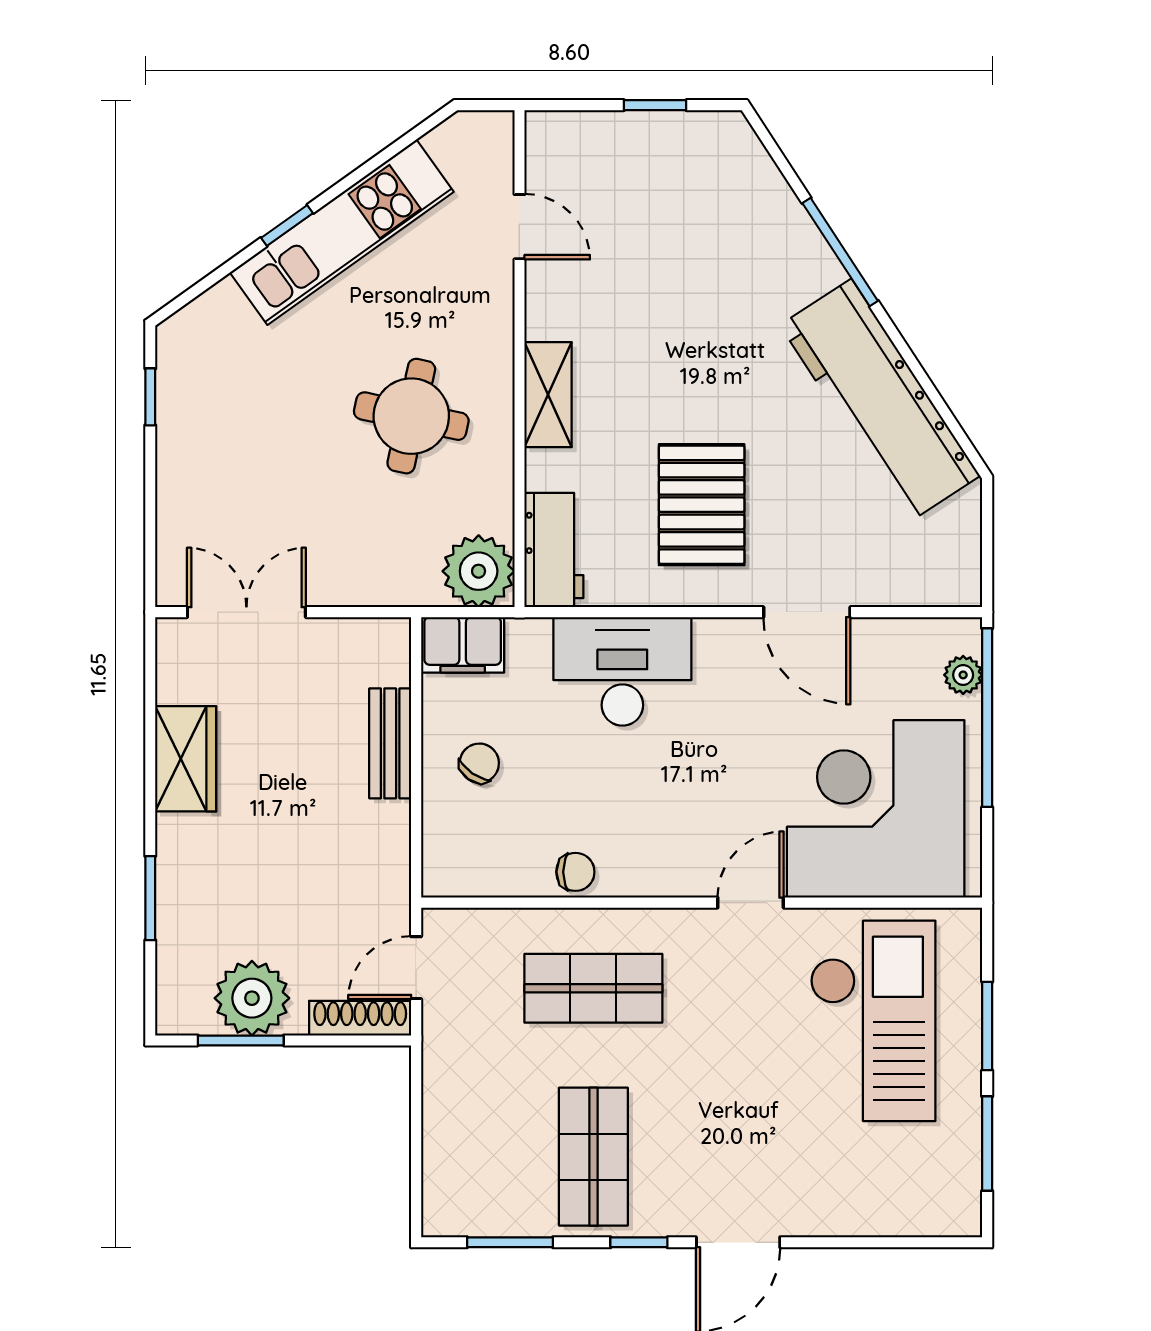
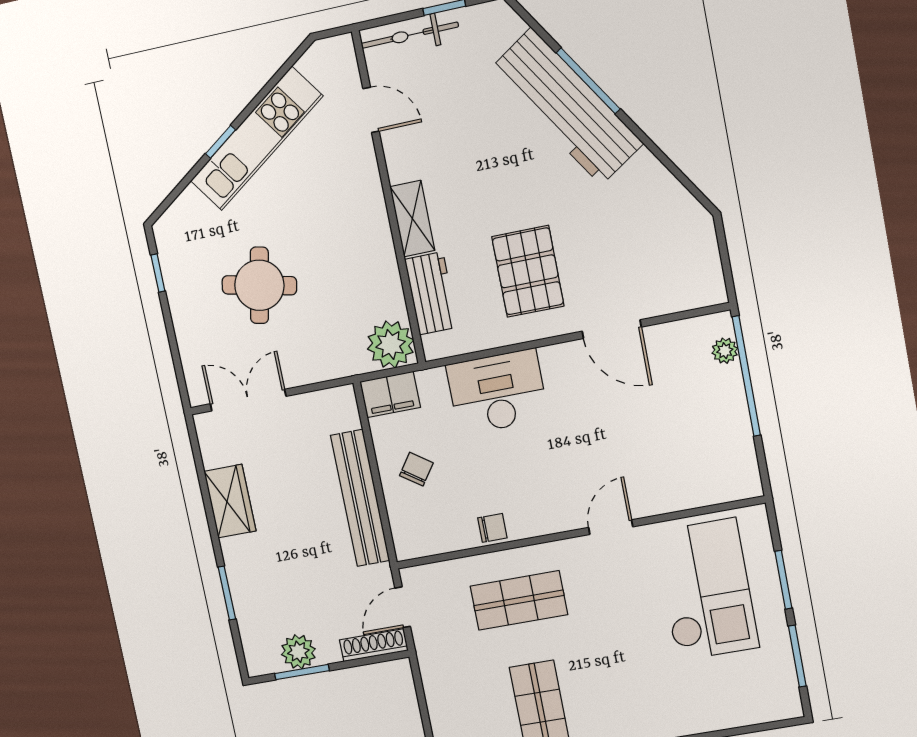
bicycle: (597, 133) -> (410, 35), added
workbench: (880, 401) -> (566, 107), moved
round table: (411, 416) -> (259, 285), moved
workbench: (554, 550) -> (431, 293), moved
bench: (390, 743) -> (360, 498), width x1.86, depth x1.21
corner desk: (876, 809) -> (682, 451), removed
plant: (252, 998) -> (298, 652), width x0.73, depth x0.73

